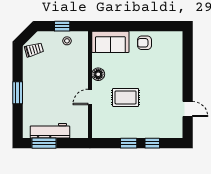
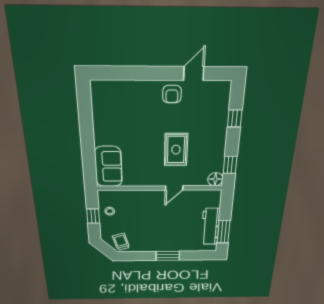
armchair: (144, 43) -> (172, 94), moved
floor lamp: (98, 74) -> (215, 179), moved
door: (90, 97) -> (174, 188), hinge flipped
window: (129, 143) -> (230, 165), moved

